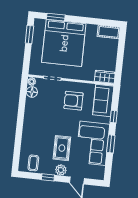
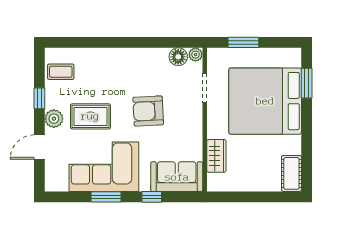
window: (29, 35) -> (243, 42), moved
wardrobe: (105, 77) -> (216, 156), moved
armchair: (73, 101) -> (148, 111), moved, turned -93

